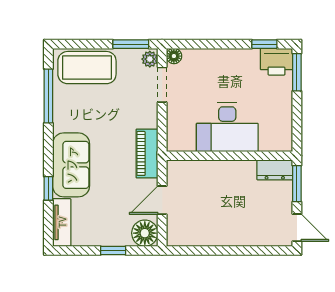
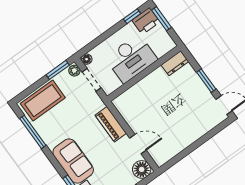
desk: (227, 127) -> (131, 59), moved
wall: (229, 156) -> (144, 74), moved
dresser: (275, 170) -> (175, 63), moved
door: (162, 200) -> (138, 144), swing flipped

